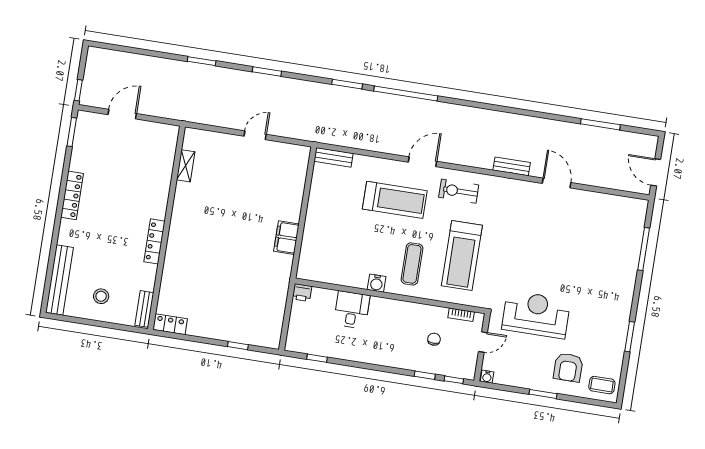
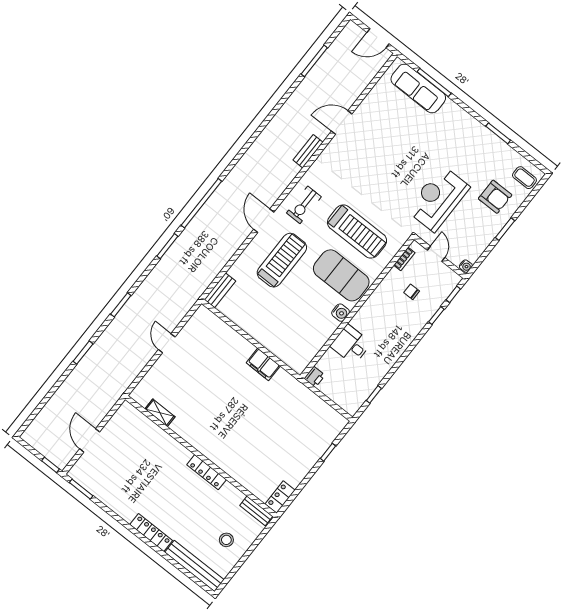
locker: (72, 195) -> (151, 533), moved
sofa: (630, 237) -> (418, 88), added
exercise mat: (412, 264) -> (341, 275), width x2.00, depth x1.45
coffee table: (602, 385) -> (524, 178), turned 90

